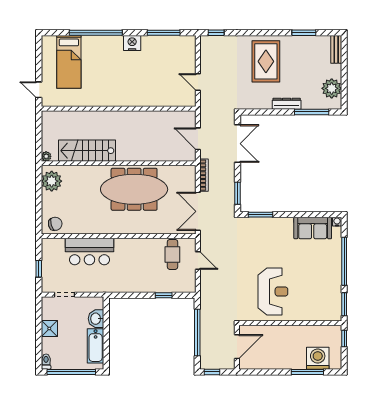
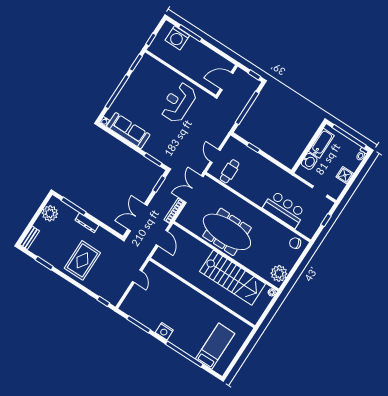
door: (39, 90) -> (248, 341), removed
stairs: (87, 151) -> (233, 278), width x1.36, depth x1.51
double door: (198, 211) -> (194, 189), swing flipped
sofa: (313, 228) -> (128, 131), width x1.36

